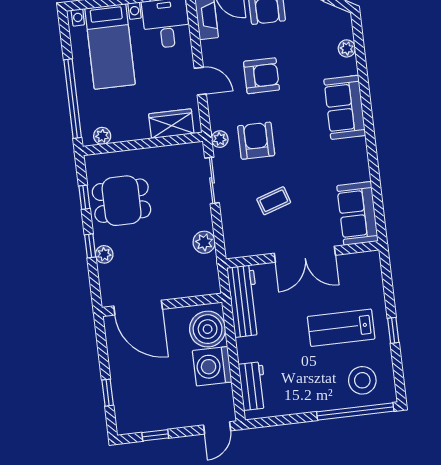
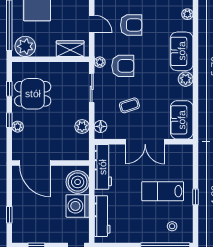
plant: (102, 136) -> (25, 46), width x1.88, depth x1.88
armchair: (256, 141) -> (123, 66), turned 90
plant: (356, 150) -> (186, 79), added
floor lamp: (233, 239) -> (101, 126), added
stool: (362, 380) -> (172, 226), width x0.53, depth x0.53
workbench: (253, 386) -> (102, 216), width x1.38

